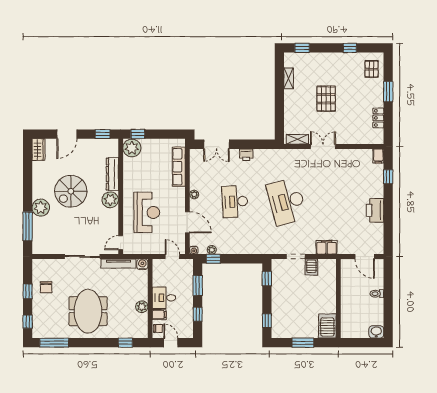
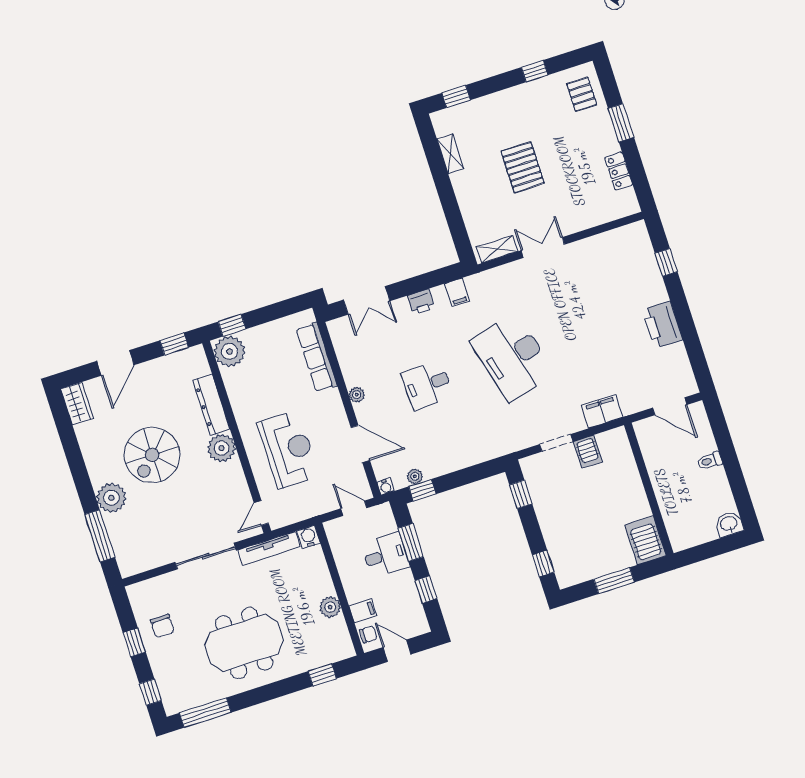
filing cabinet: (378, 156) -> (457, 292), moved
desk: (235, 202) -> (427, 385), width x0.73
desk: (164, 298) -> (385, 555), moved, turned 180
meeting table: (88, 311) -> (244, 643), turned 90

